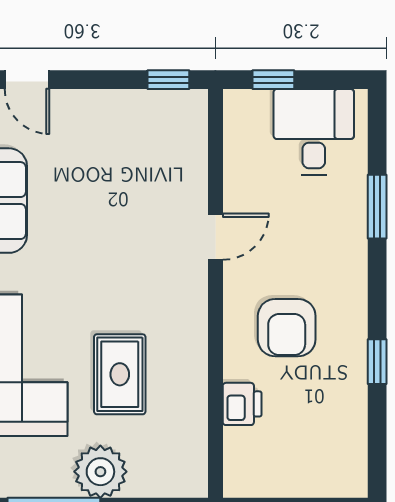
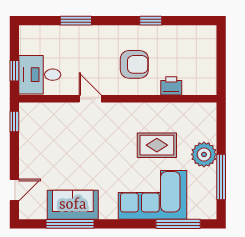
desk: (314, 132) -> (40, 75), moved

